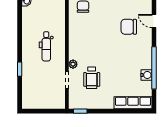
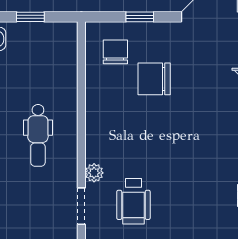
chair: (129, 27) -> (154, 79), moved

